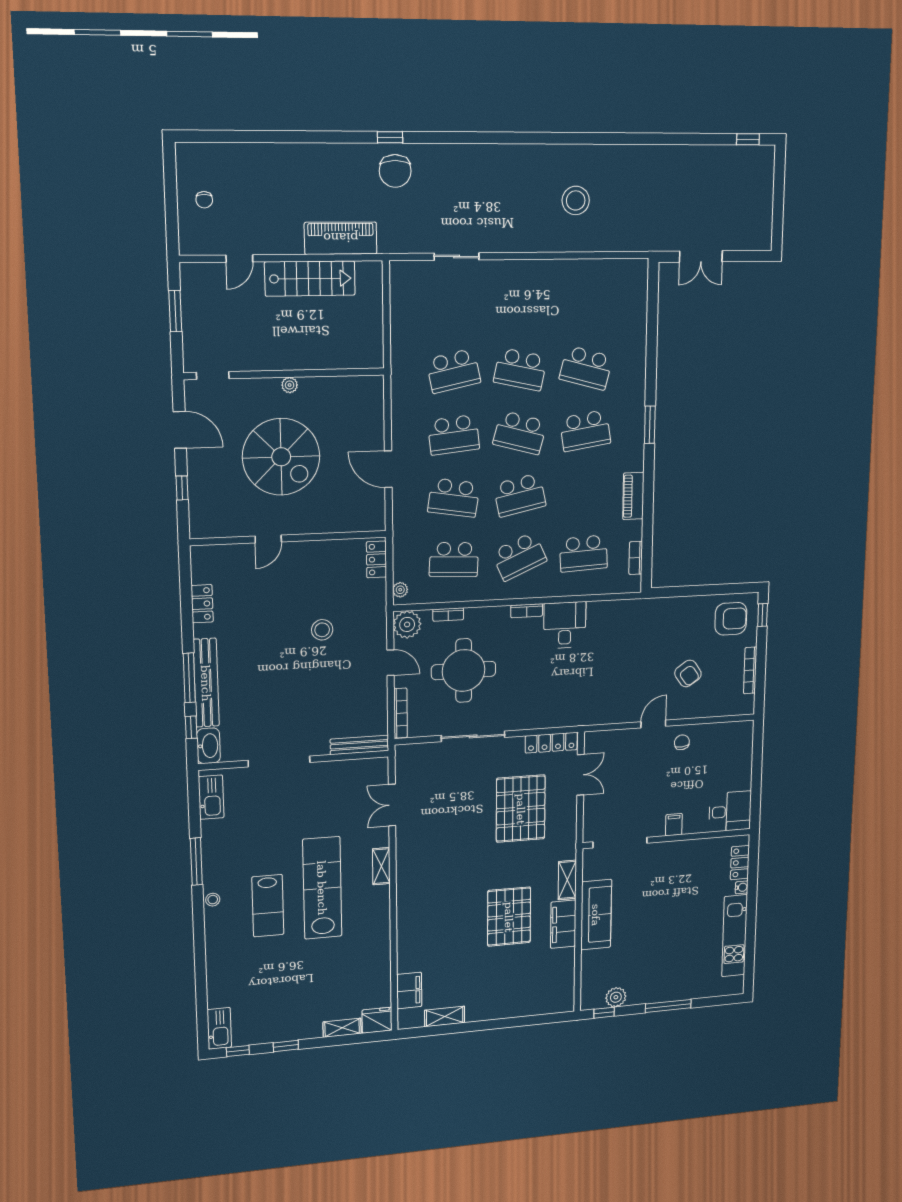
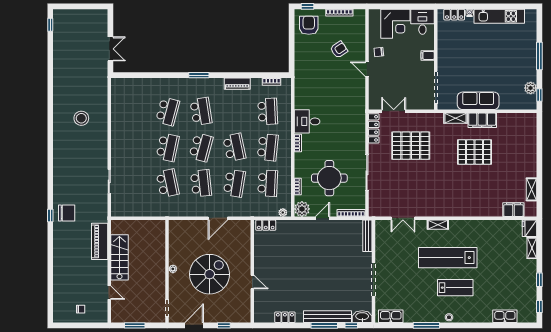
school desk: (519, 556) -> (268, 147), turned 30
stool: (322, 630) -> (302, 255), removed
corner desk: (728, 767) -> (395, 24), added
kitchen sink: (219, 1028) -> (505, 316), moved

